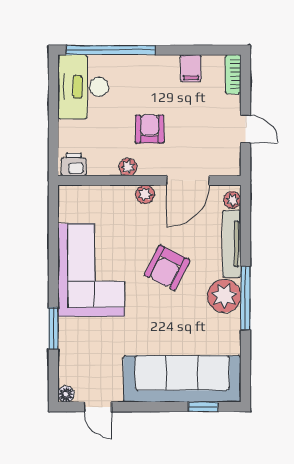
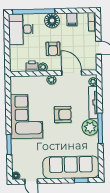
floor lamp: (149, 70) -> (52, 21), added
armchair: (150, 129) -> (53, 49), turned 180
printer: (74, 165) -> (32, 66), moved
door: (188, 180) -> (72, 73), swing flipped
armchair: (167, 268) -> (63, 115), turned -117

